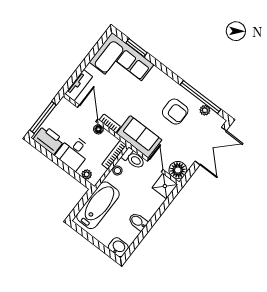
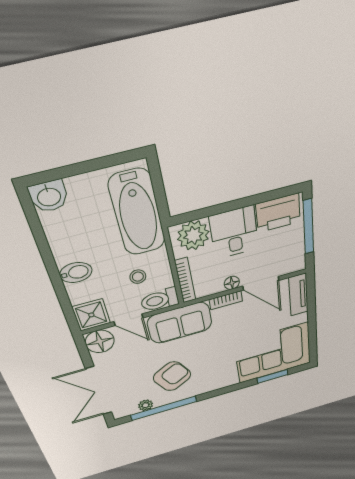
armchair: (175, 112) -> (172, 376), turned 150
stool: (117, 171) -> (138, 277), moved
plant: (87, 174) -> (193, 236), width x1.87, depth x1.87
bidet: (138, 222) -> (76, 273), moved

